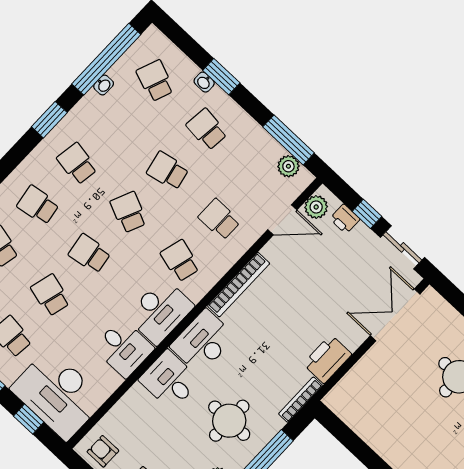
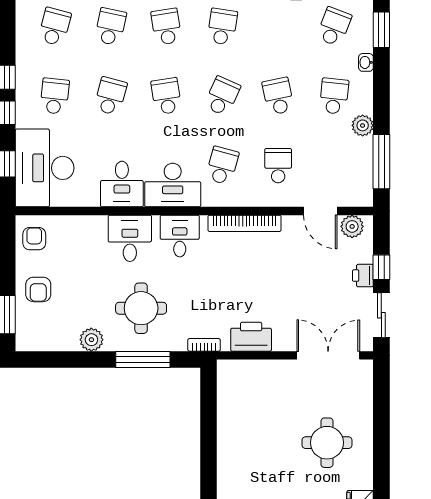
window: (221, 77) -> (381, 30), moved
plant: (288, 166) -> (363, 125), moved
printer: (345, 219) -> (363, 276), moved
desk: (203, 342) -> (180, 236), width x0.73
bookcase: (300, 400) -> (204, 345), width x0.64

